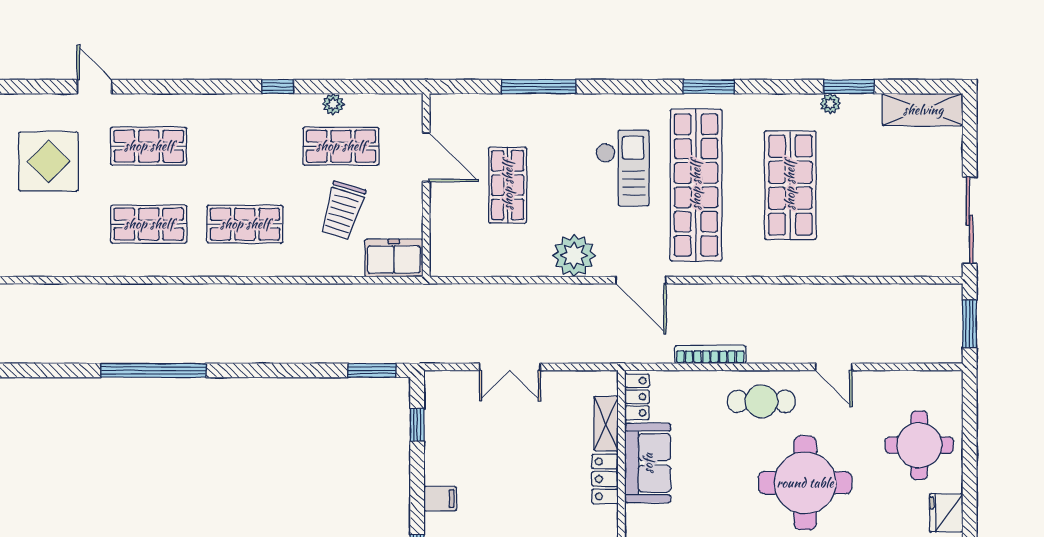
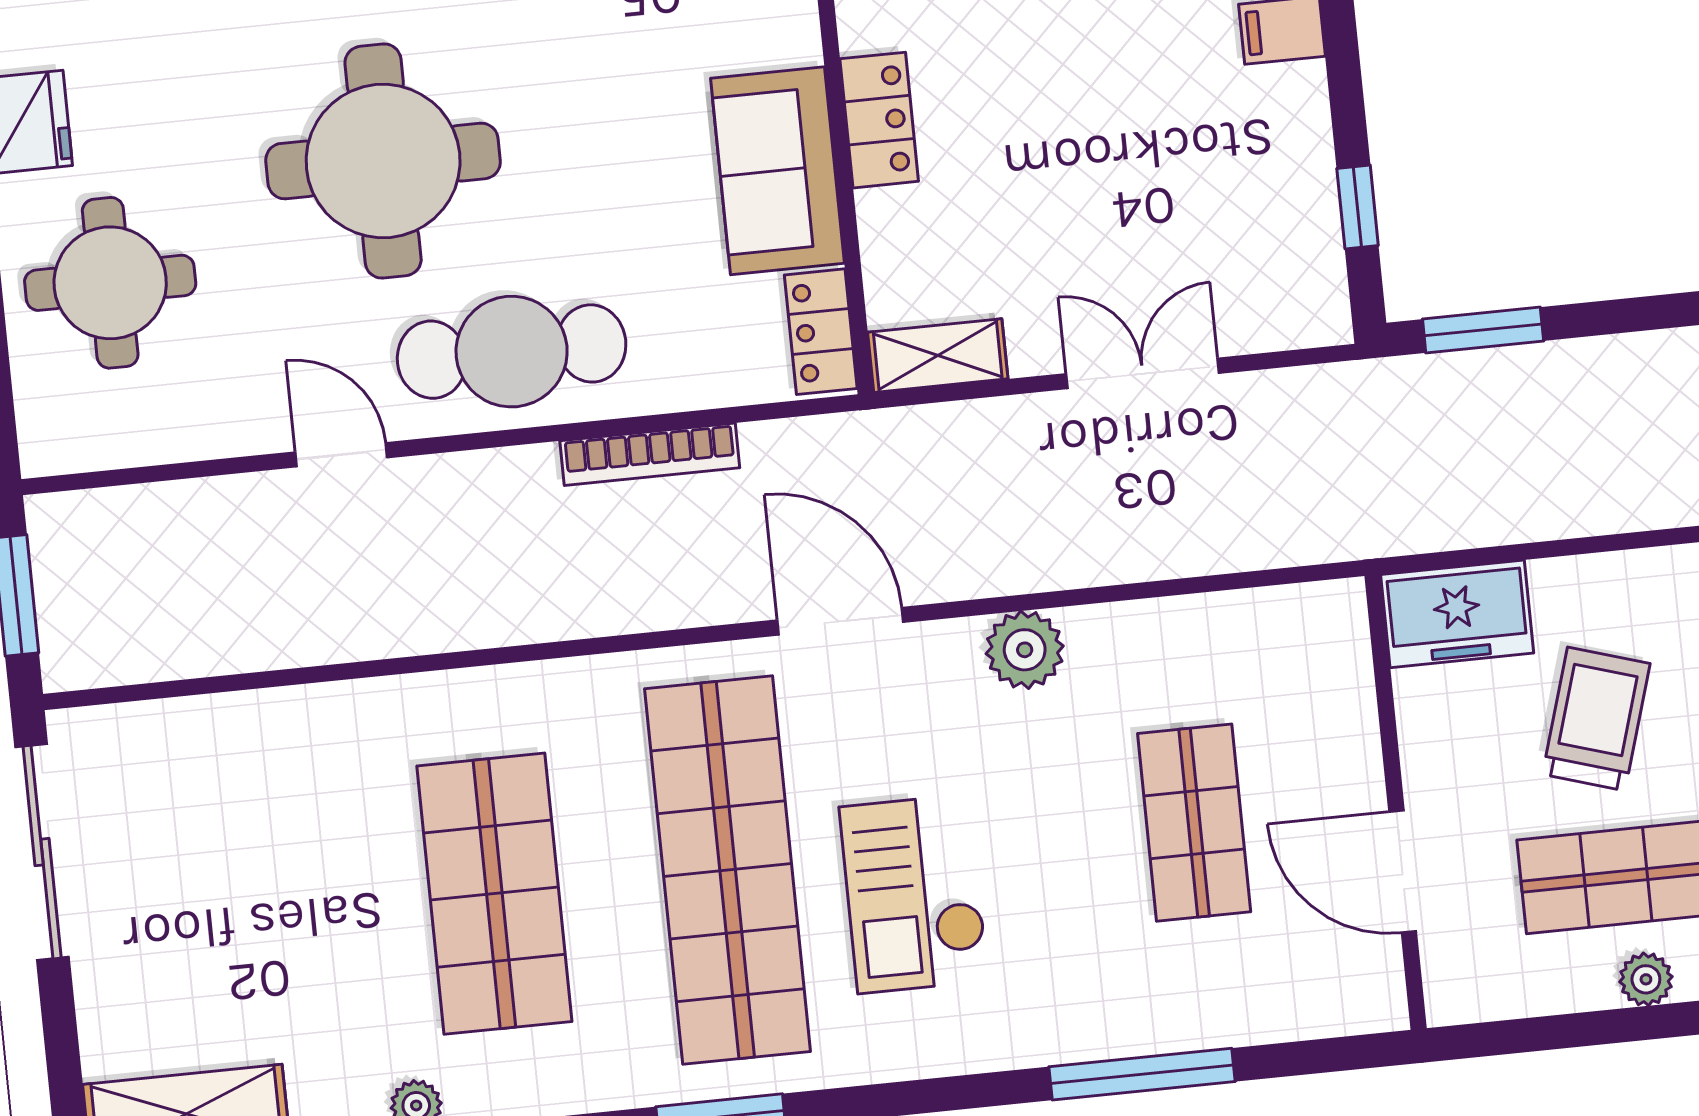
plant: (574, 255) -> (1025, 650), width x0.73, depth x0.73
cafe table: (761, 401) -> (512, 352), width x1.37, depth x1.35
shelving: (606, 424) -> (938, 356), moved, turned 90

